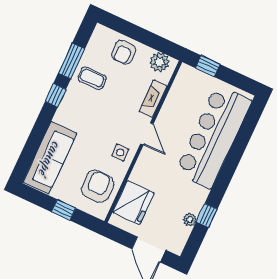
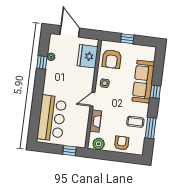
window: (56, 95) -> (155, 92), moved
door: (147, 134) -> (93, 99), hinge flipped
bar counter: (214, 137) -> (52, 118), width x0.73
sofa: (50, 158) -> (143, 82), moved

